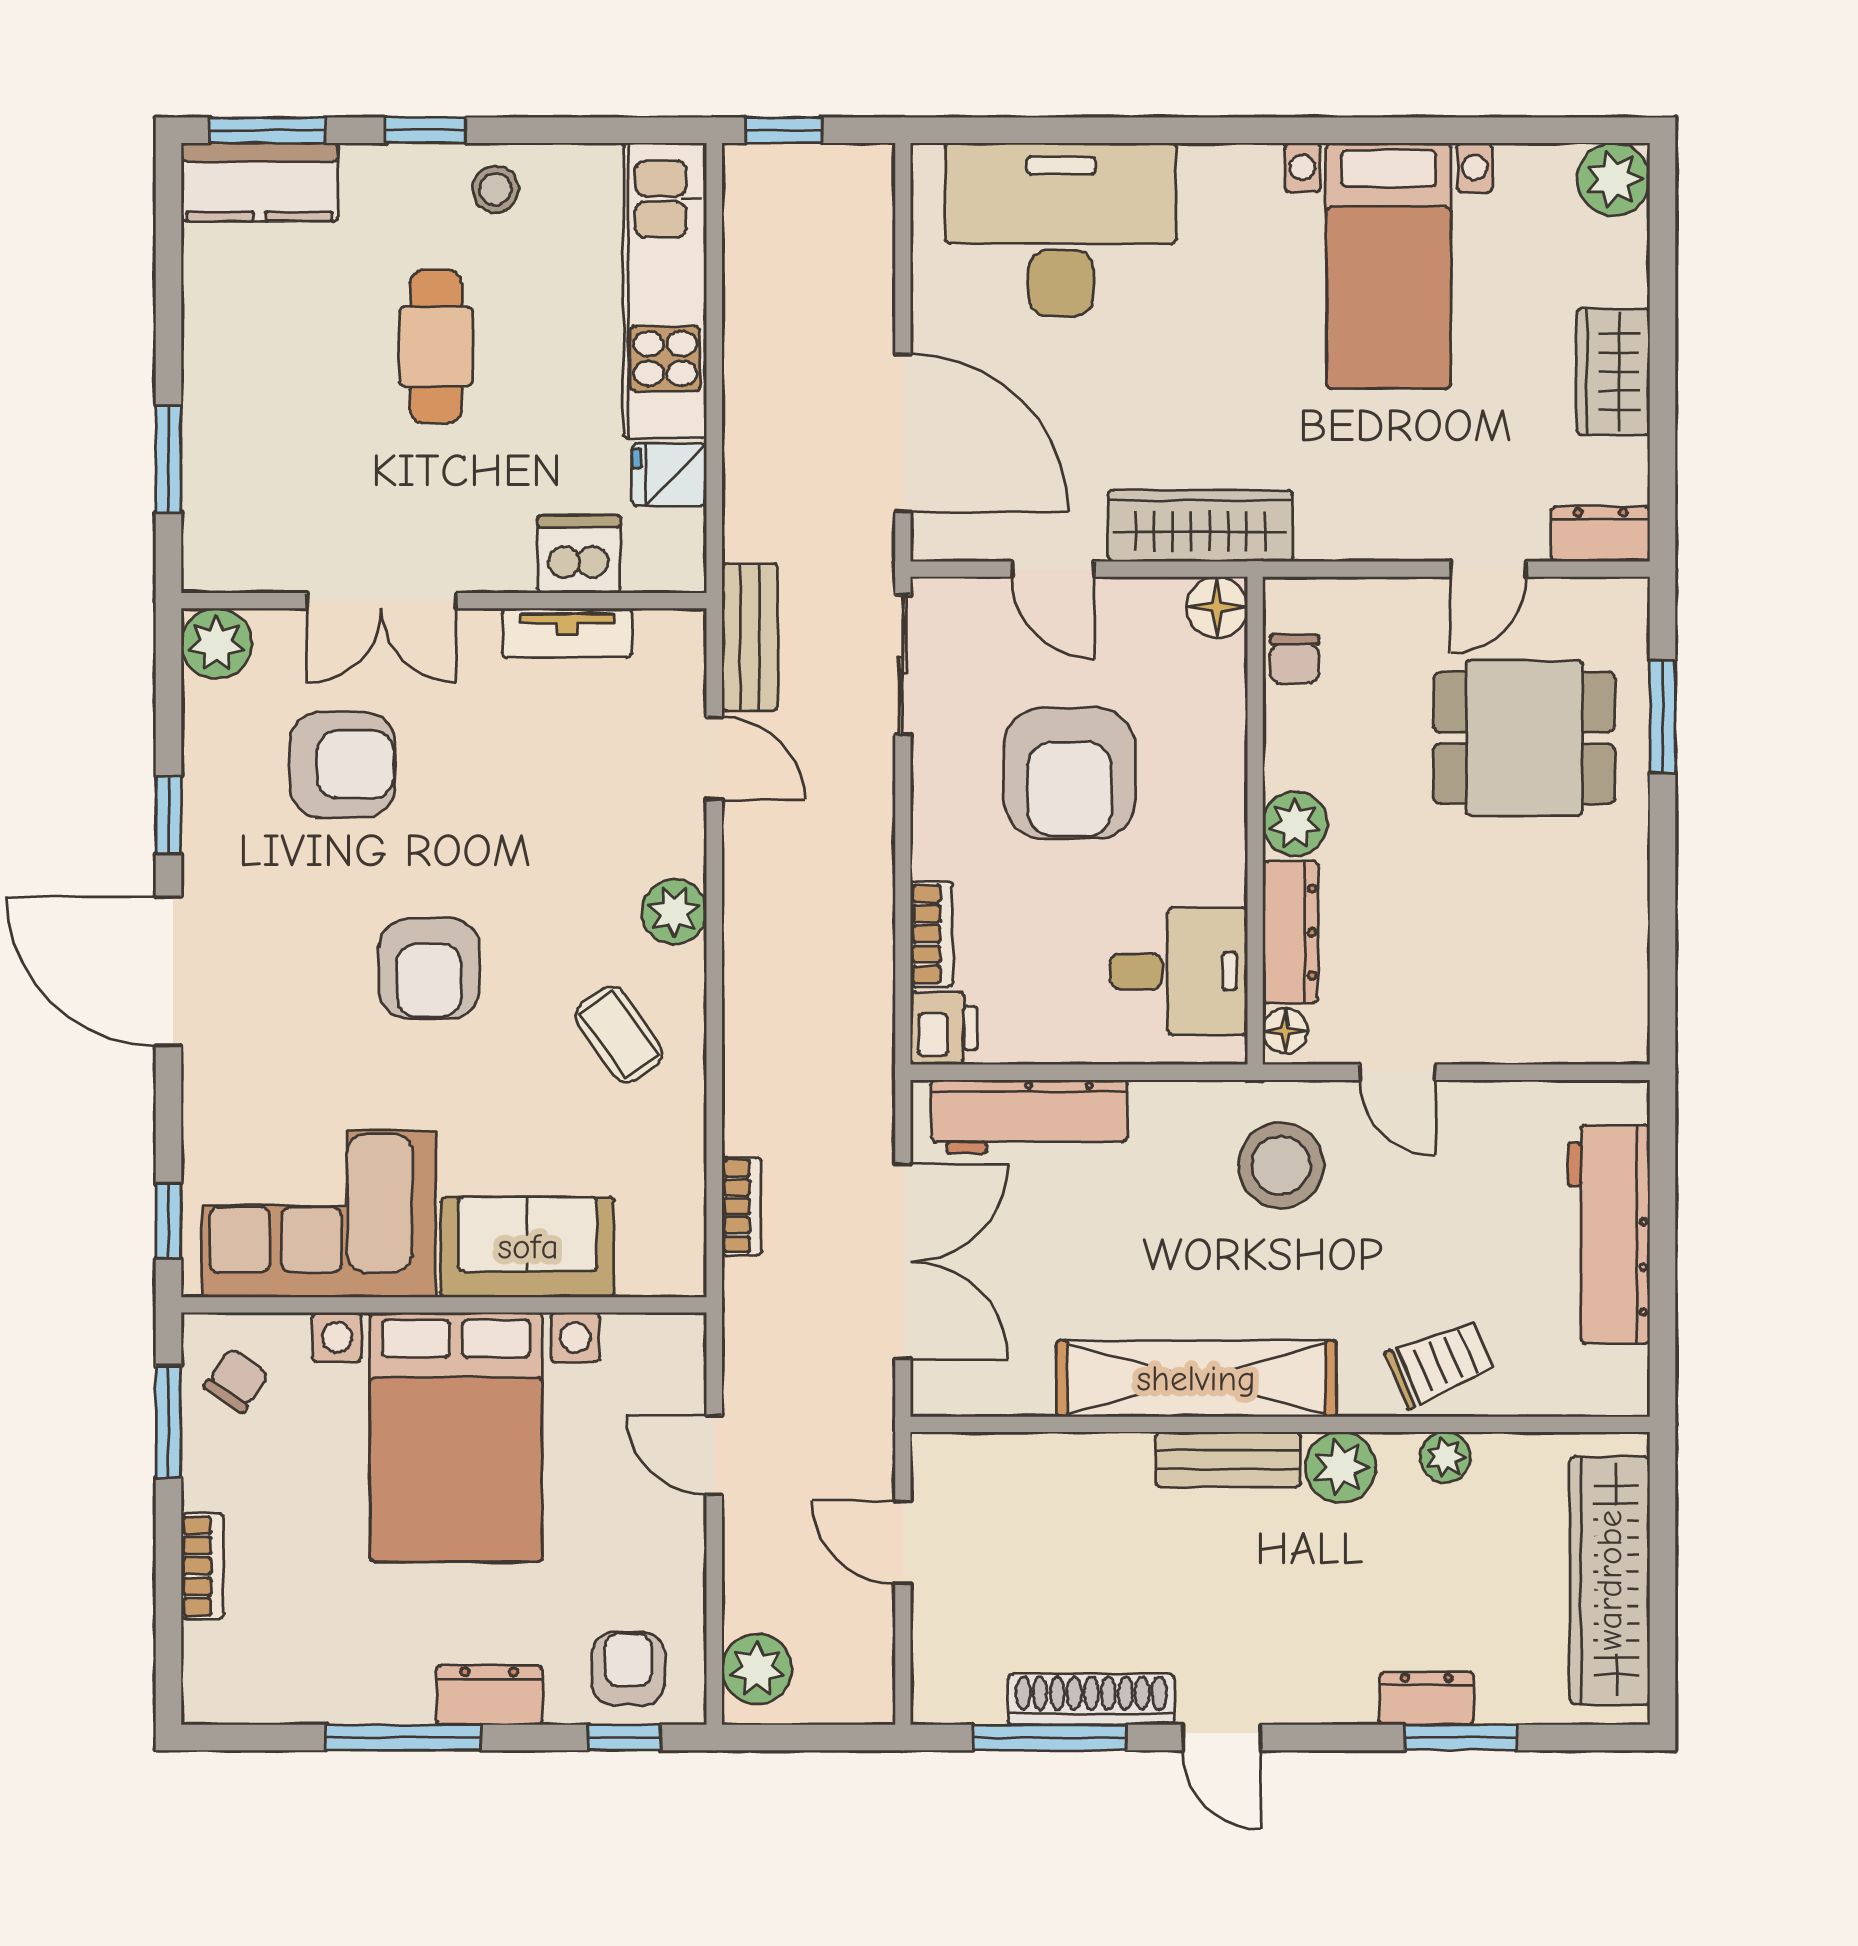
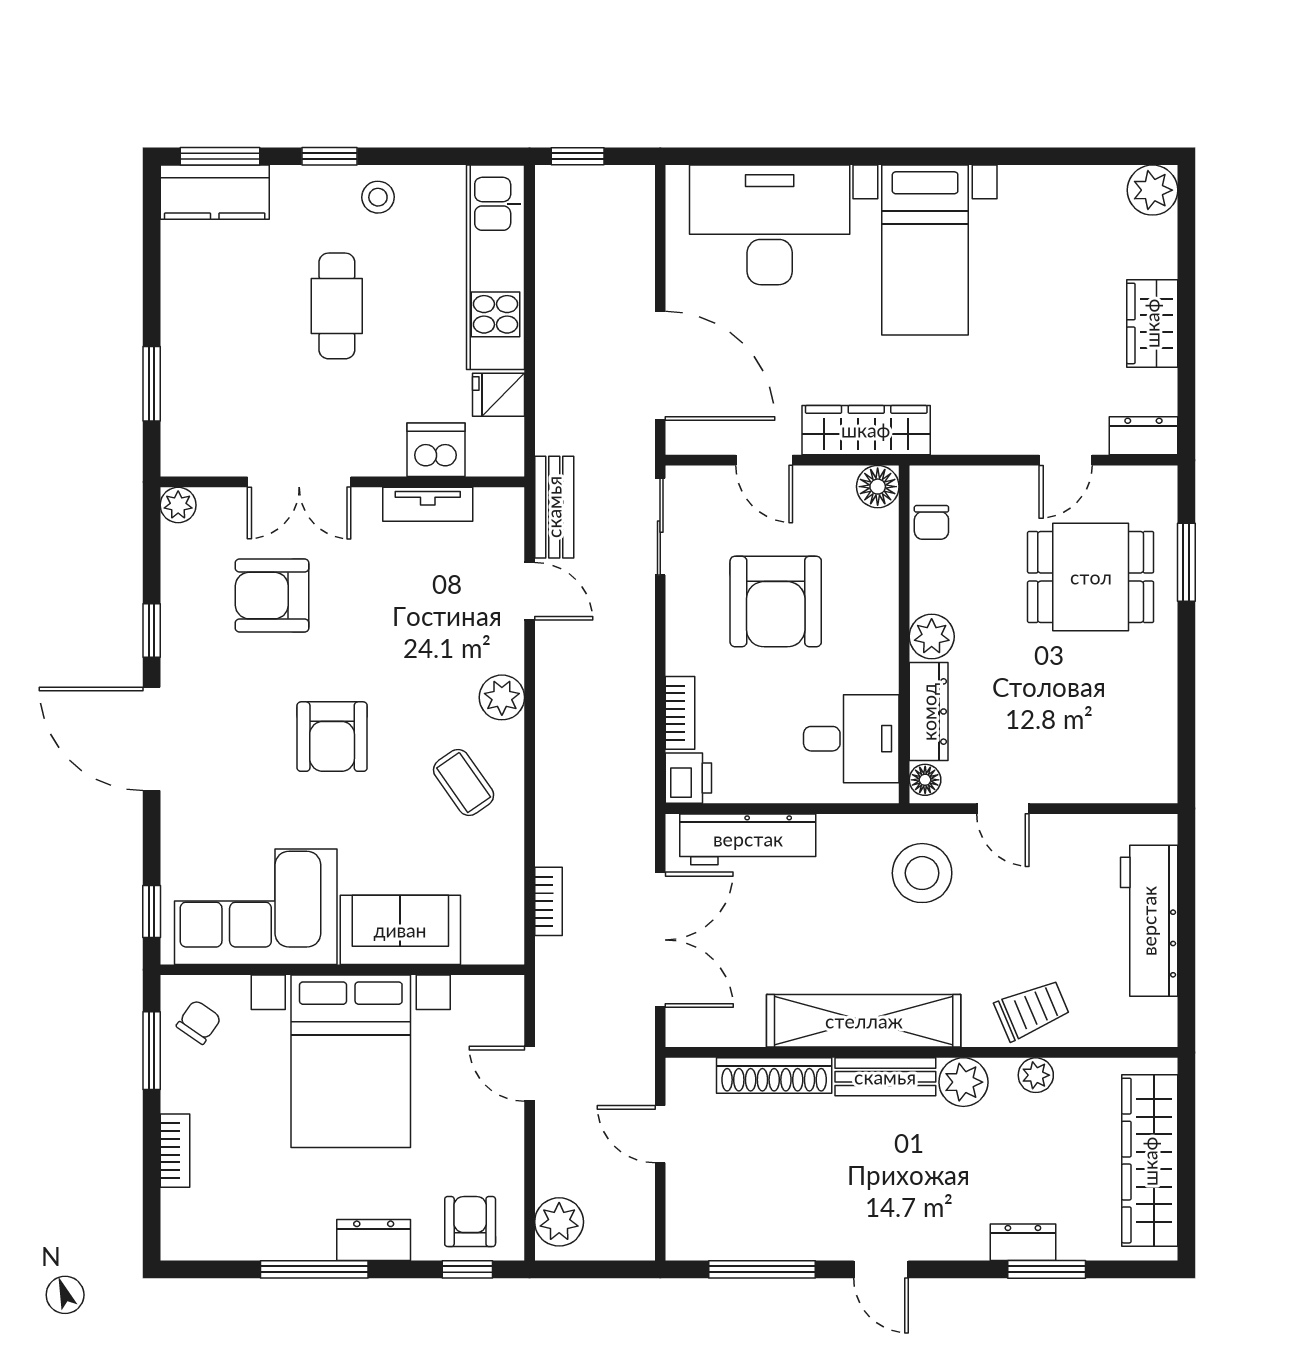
bed with nightstands: (1389, 266) -> (925, 250), moved
plant: (216, 644) -> (178, 505), width x0.73, depth x0.73
armchair: (342, 765) -> (272, 596), turned 180
shoe rack: (1091, 1699) -> (774, 1075), moved, turned 180

